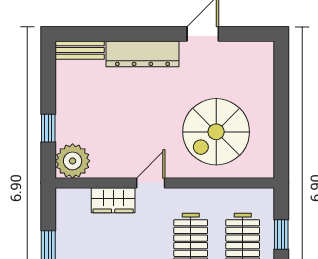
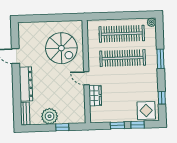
plant: (73, 161) -> (50, 116), moved
window: (281, 234) -> (109, 16), removed

